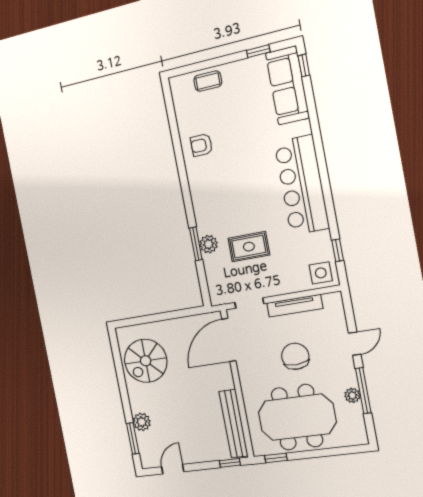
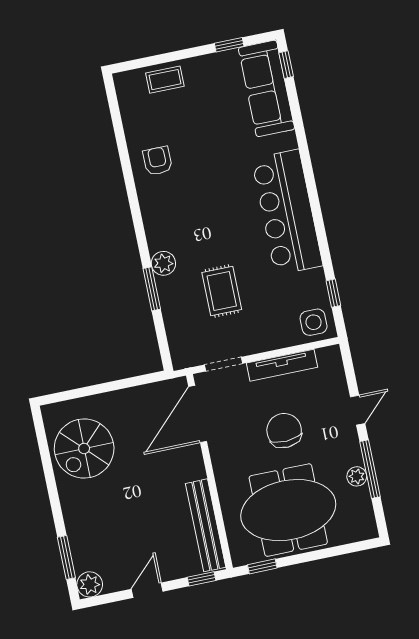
armchair: (201, 145) -> (158, 161), turned 90
plant: (209, 244) -> (163, 263), moved
rug: (249, 247) -> (222, 291), turned 90
plant: (142, 422) -> (90, 584), moved
door: (173, 469) -> (147, 590), moved

